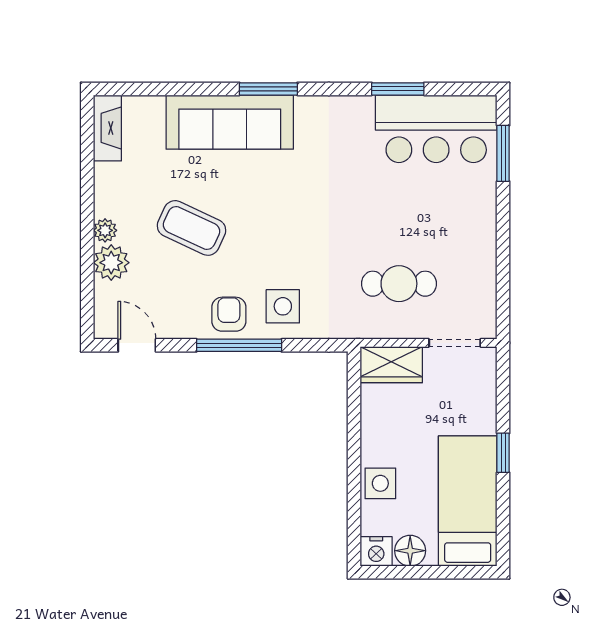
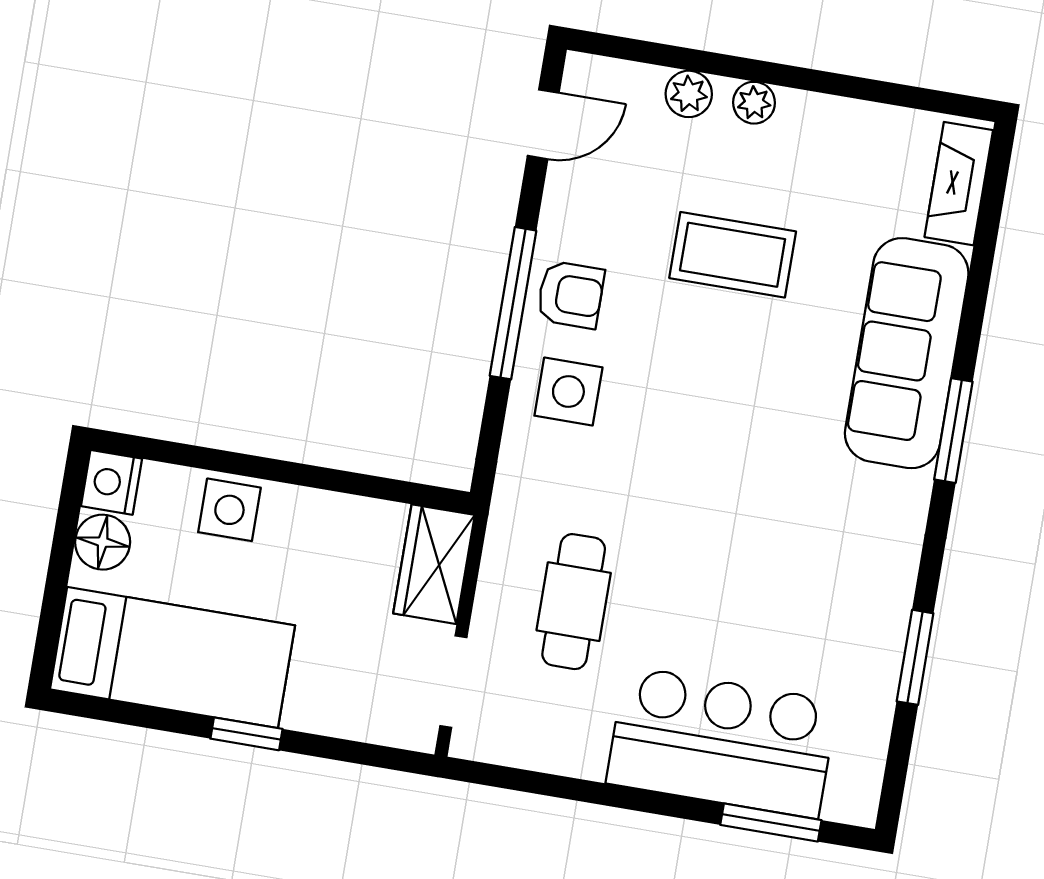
fireplace: (107, 128) -> (959, 184), moved, turned 90
bar counter: (436, 129) -> (722, 742), moved, turned 90
coffee table: (191, 228) -> (733, 255), turned 65
plant: (111, 263) -> (689, 94), width x0.73, depth x0.73

